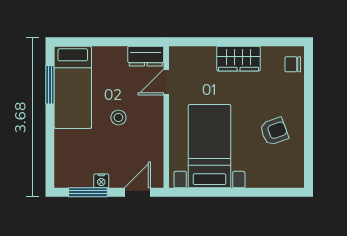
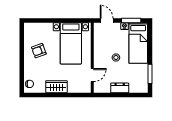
dresser: (146, 56) -> (120, 88), moved
bed: (73, 87) -> (138, 43), moved, turned 180
door: (137, 192) -> (107, 20), swing flipped

